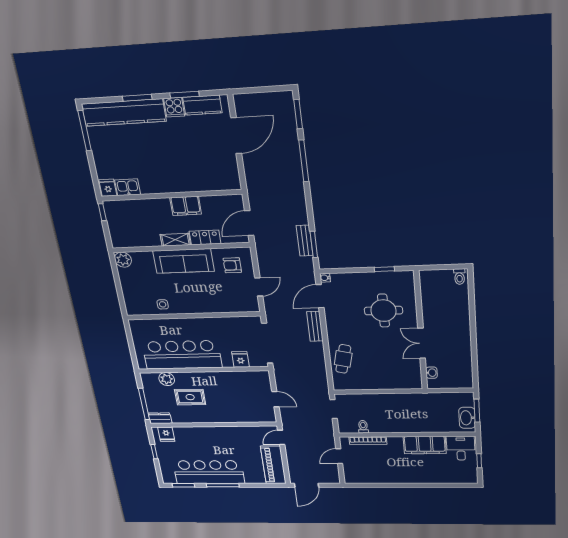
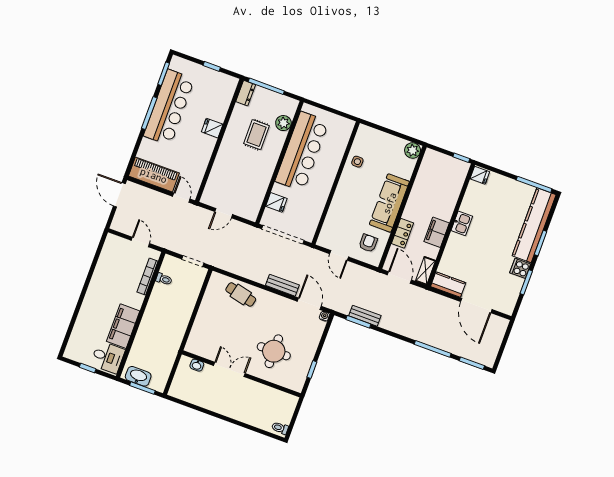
kitchen counter: (202, 105) -> (448, 285), moved, turned 90
kitchen sink: (128, 187) -> (462, 223), moved
shelving: (175, 240) -> (426, 271), moved
fridge: (166, 434) -> (212, 128), moved

